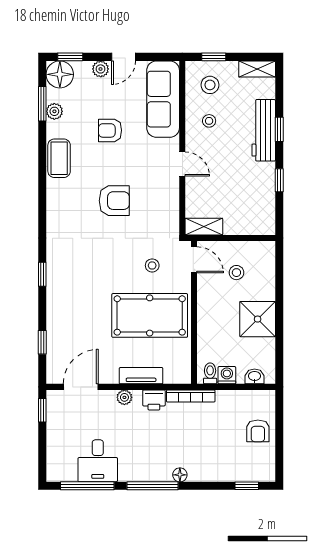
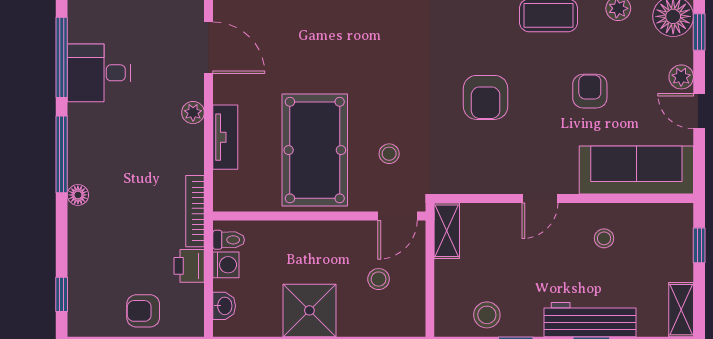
stool: (210, 85) -> (487, 315), moved
printer: (154, 400) -> (189, 266), moved

